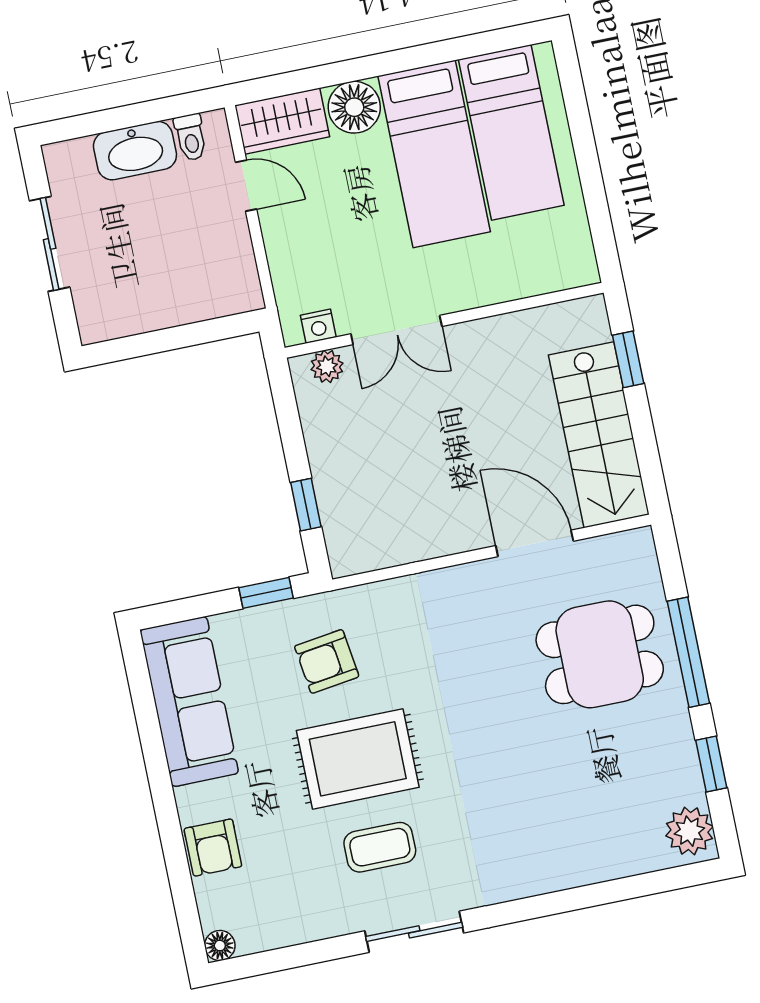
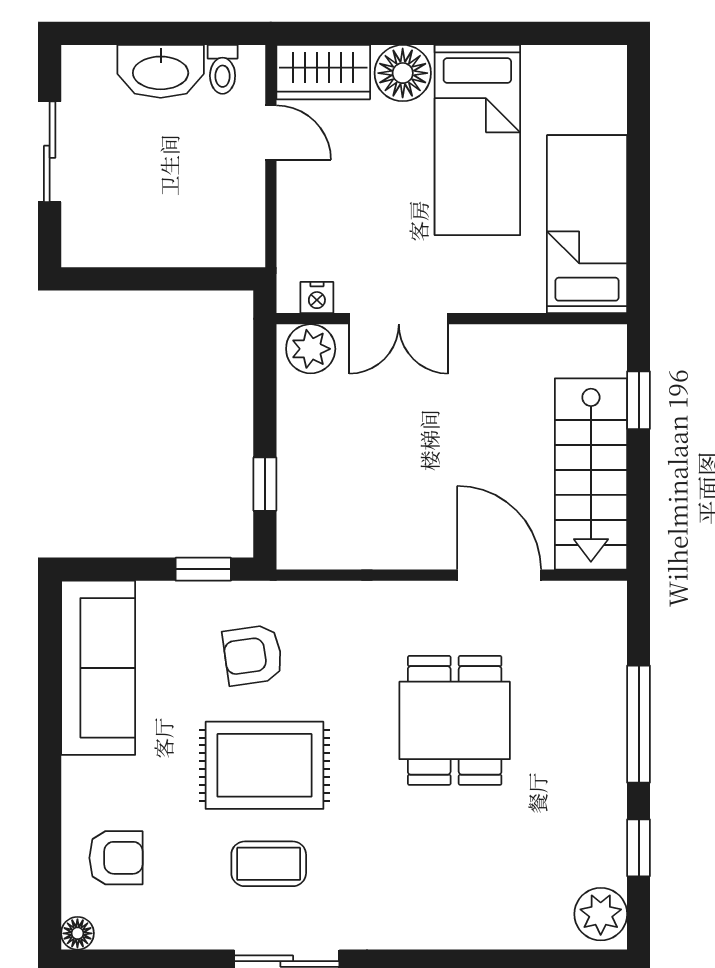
bed: (511, 132) -> (587, 224), moved, turned 180
plant: (327, 366) -> (311, 349), width x1.38, depth x1.38
dining table: (600, 654) -> (455, 720), moved, turned 90
armchair: (213, 848) -> (116, 858), moved, turned -90

